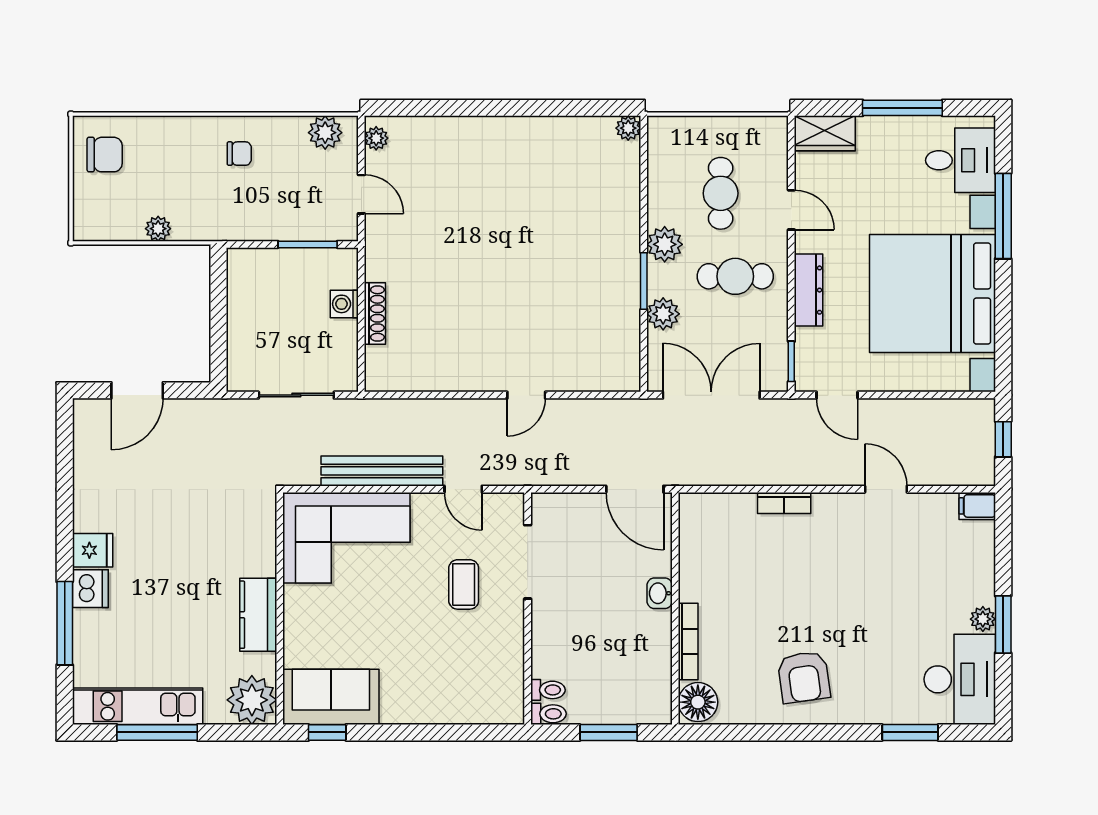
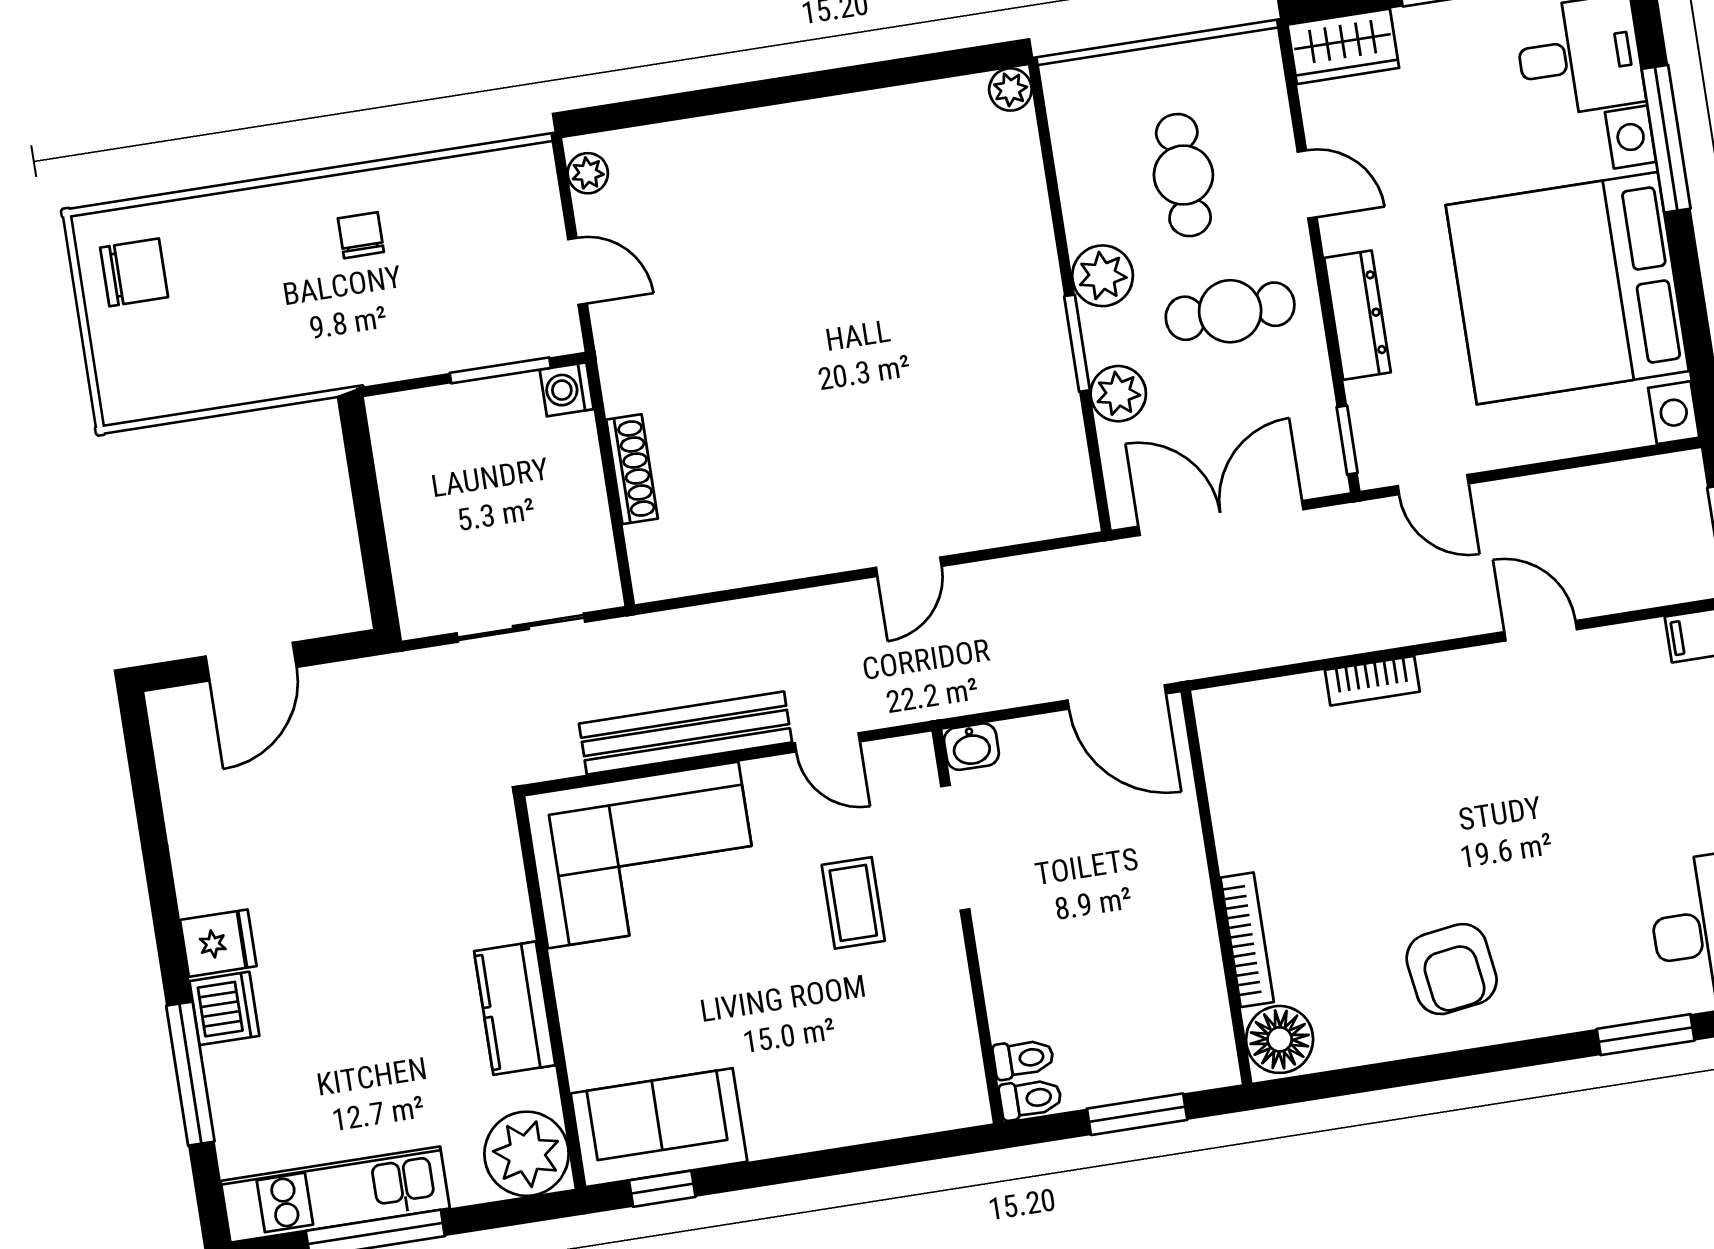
plant: (325, 133) -> (500, 177), removed
chair: (239, 154) -> (361, 235), turned -90
plant: (158, 229) -> (244, 383), removed
washing machine: (344, 304) -> (567, 389), moved
washbasin: (660, 593) -> (971, 747), moved, turned -90

